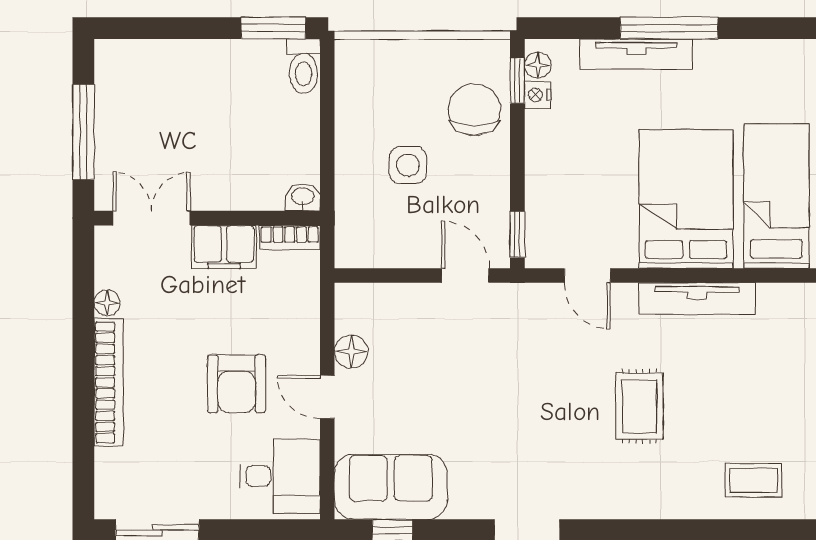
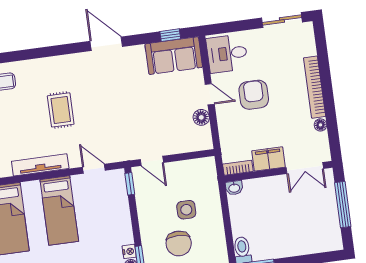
chair: (474, 110) -> (179, 243), moved
bed: (686, 199) -> (59, 210), width x0.67

